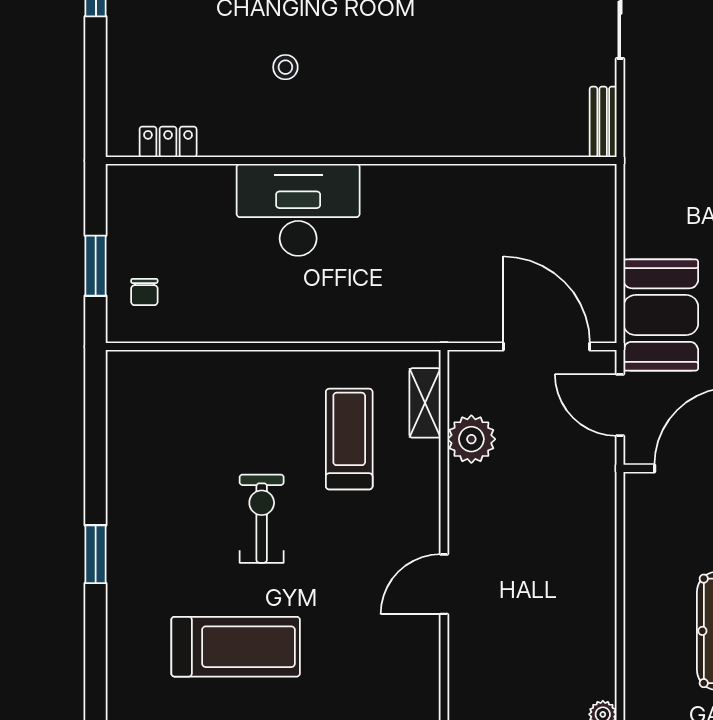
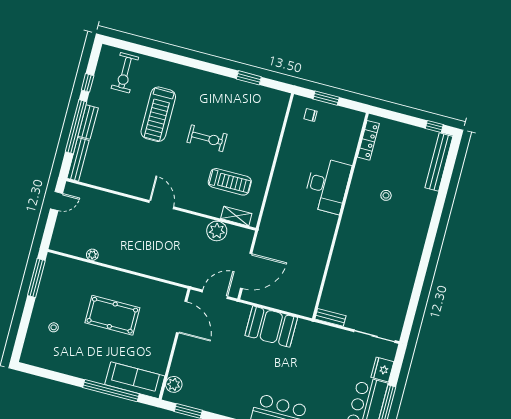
locker: (168, 142) -> (368, 140), width x1.53
booth: (661, 315) -> (271, 327), moved
window: (96, 554) -> (249, 78), moved

